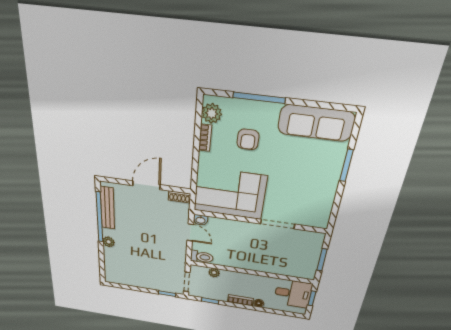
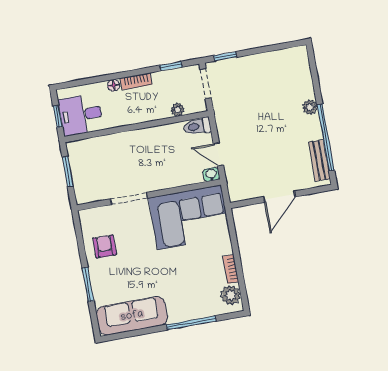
armchair: (248, 139) -> (105, 246), moved
shoe rack: (179, 197) -> (241, 195), removed
bench: (107, 208) -> (319, 160), width x0.73

